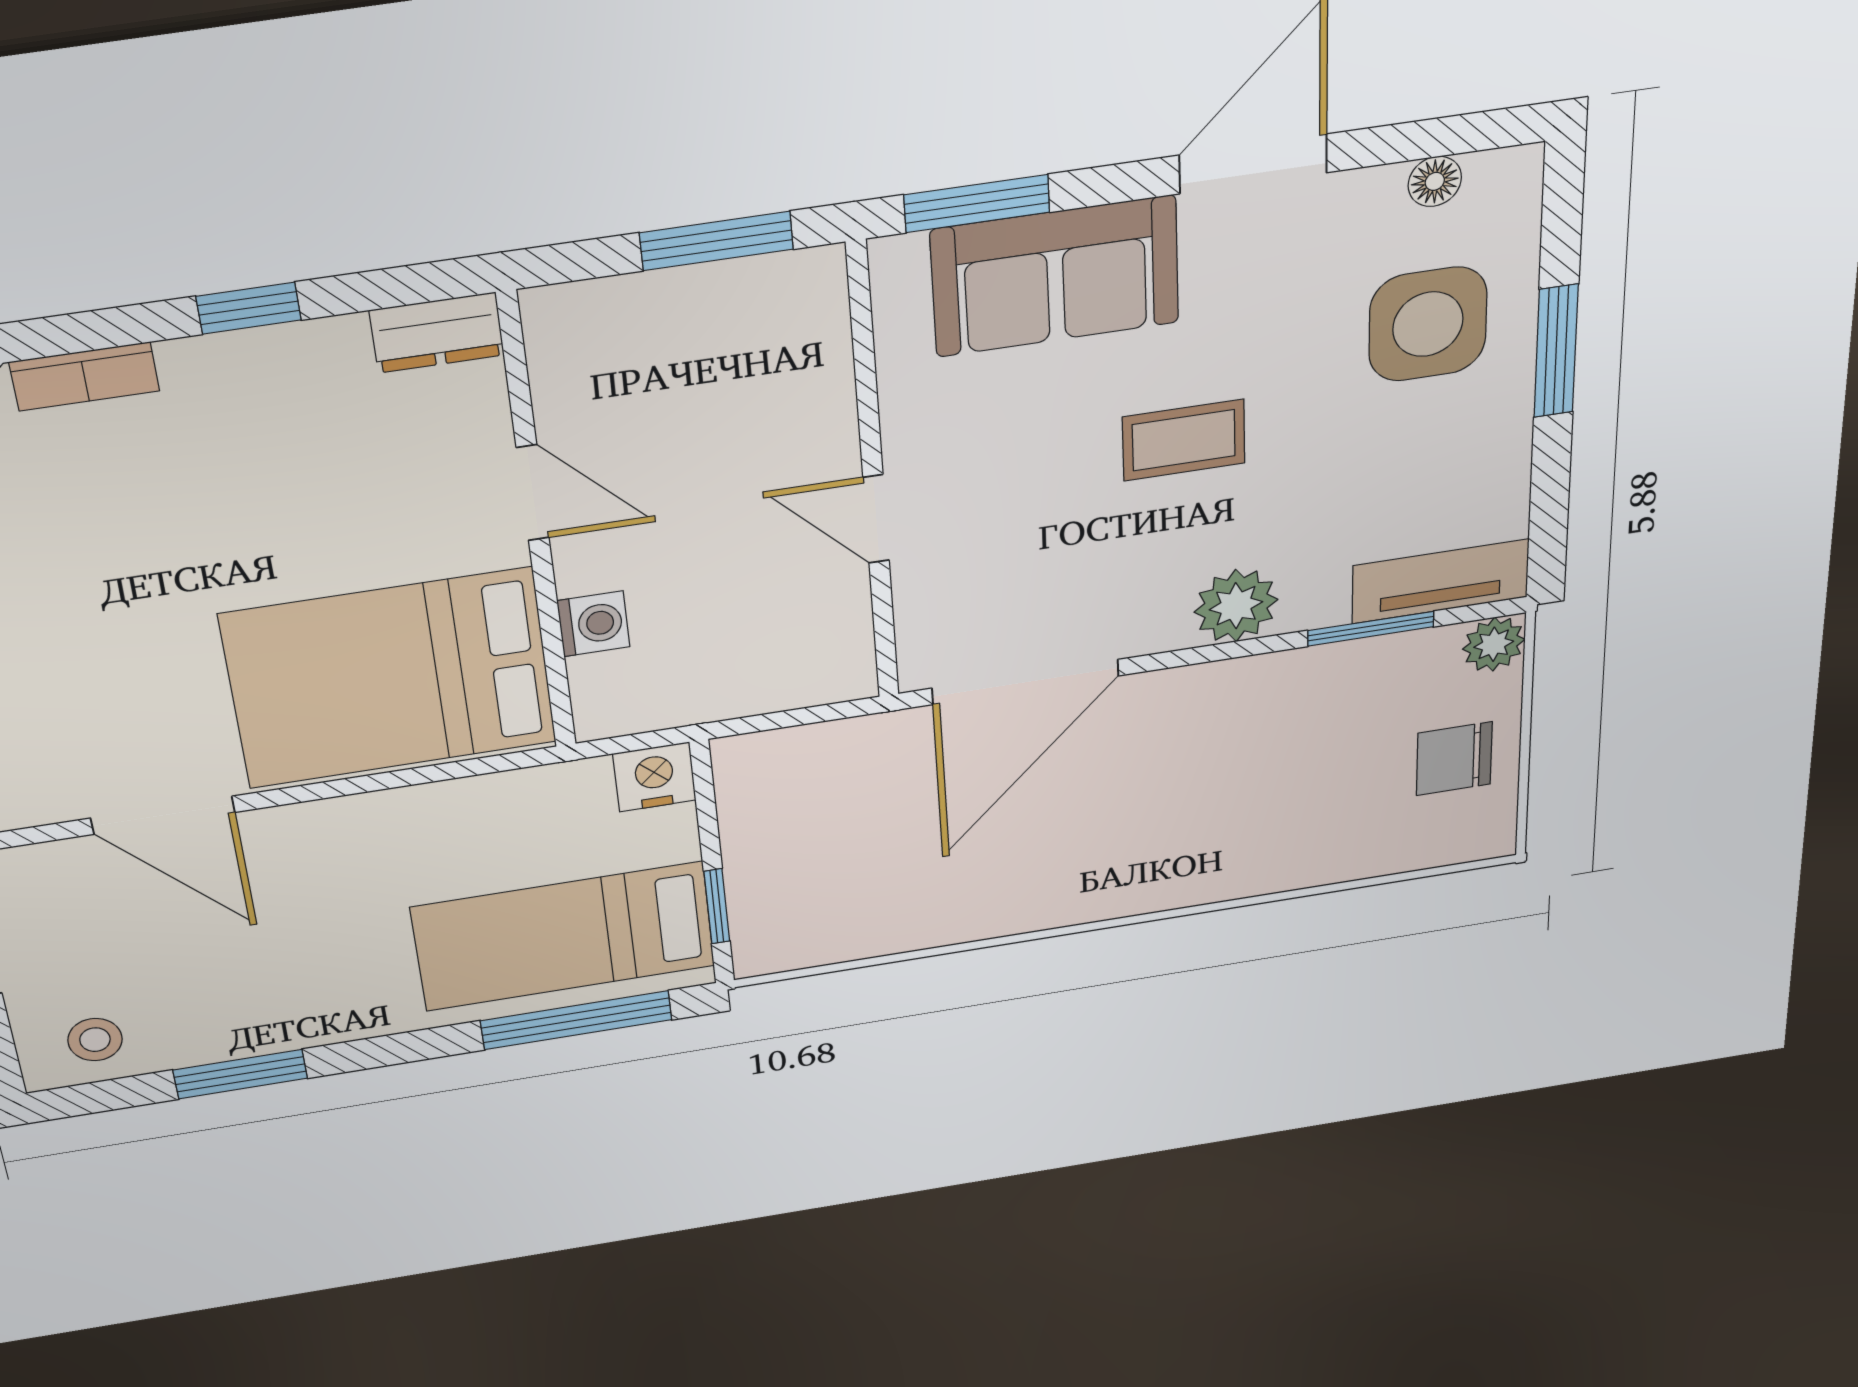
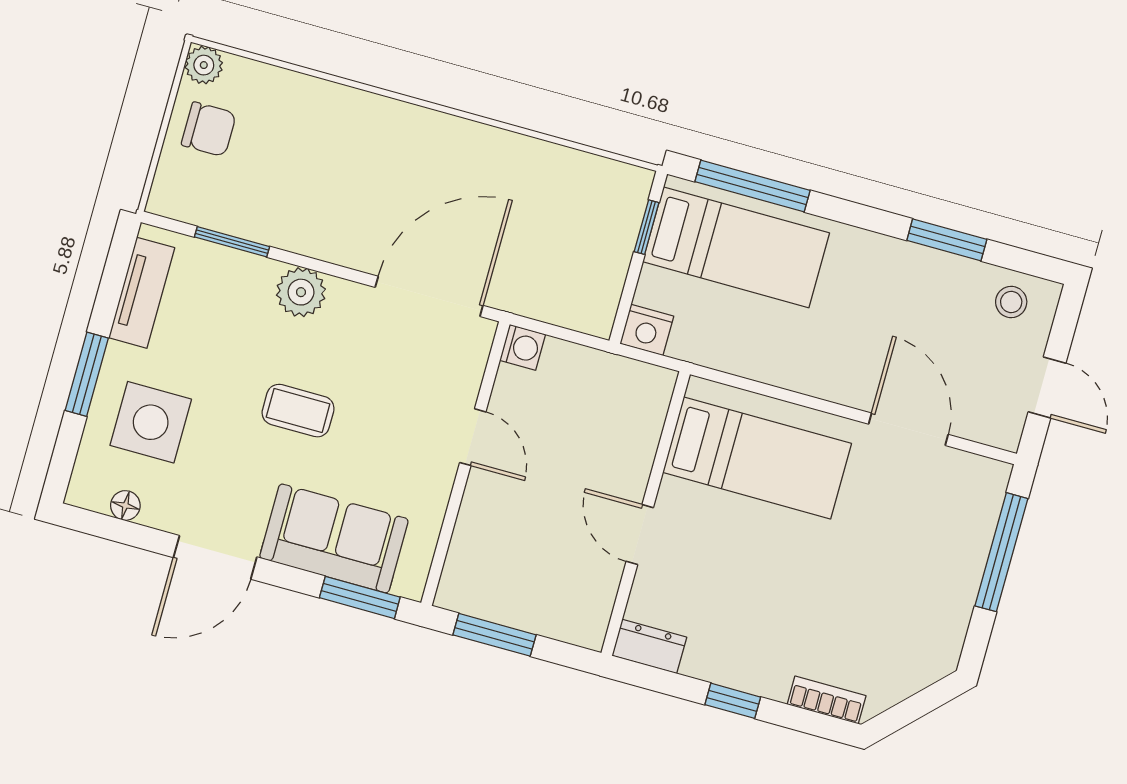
tv unit: (1440, 581) -> (142, 293), moved, turned -90
washing machine: (593, 624) -> (523, 347), moved, turned 180
plant: (1494, 644) -> (204, 65), moved
bed: (390, 679) -> (757, 458), width x0.67

